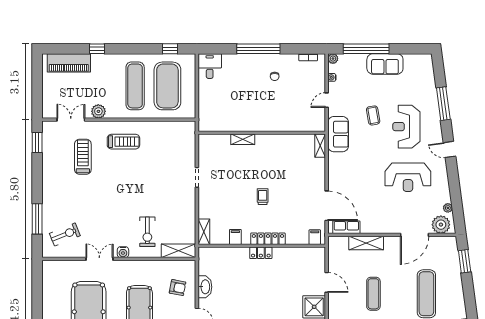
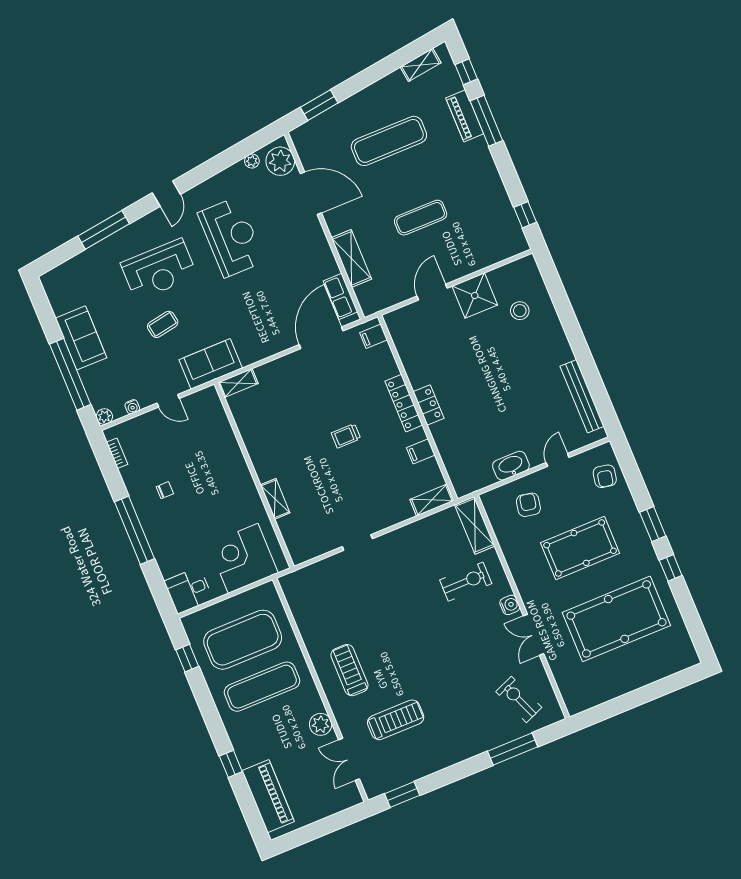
corner desk: (215, 106) -> (243, 558), added
treadmill: (83, 157) -> (396, 720), turned 180

